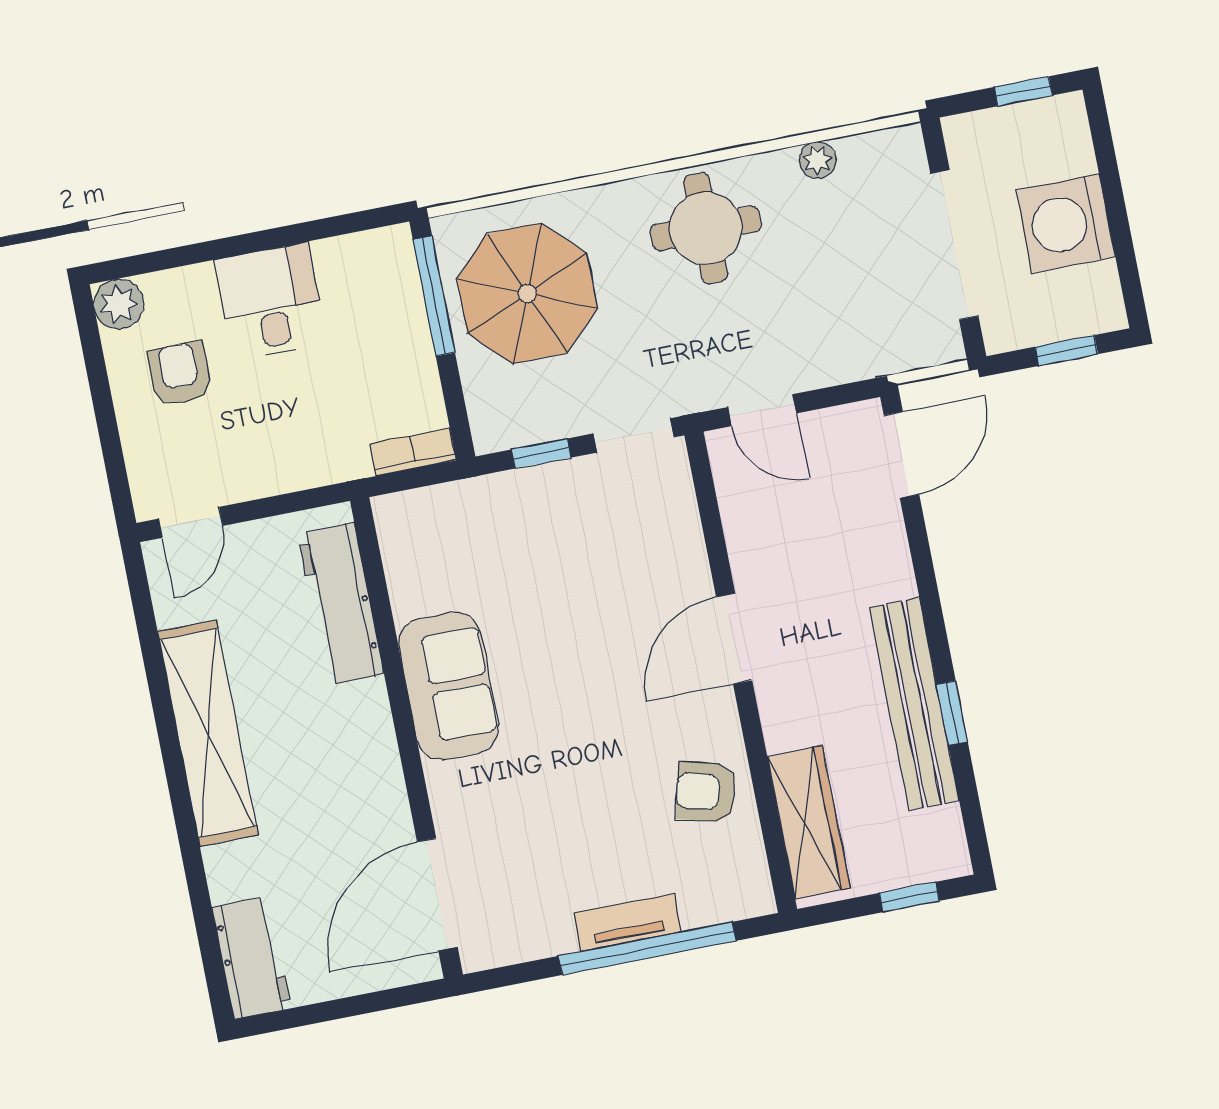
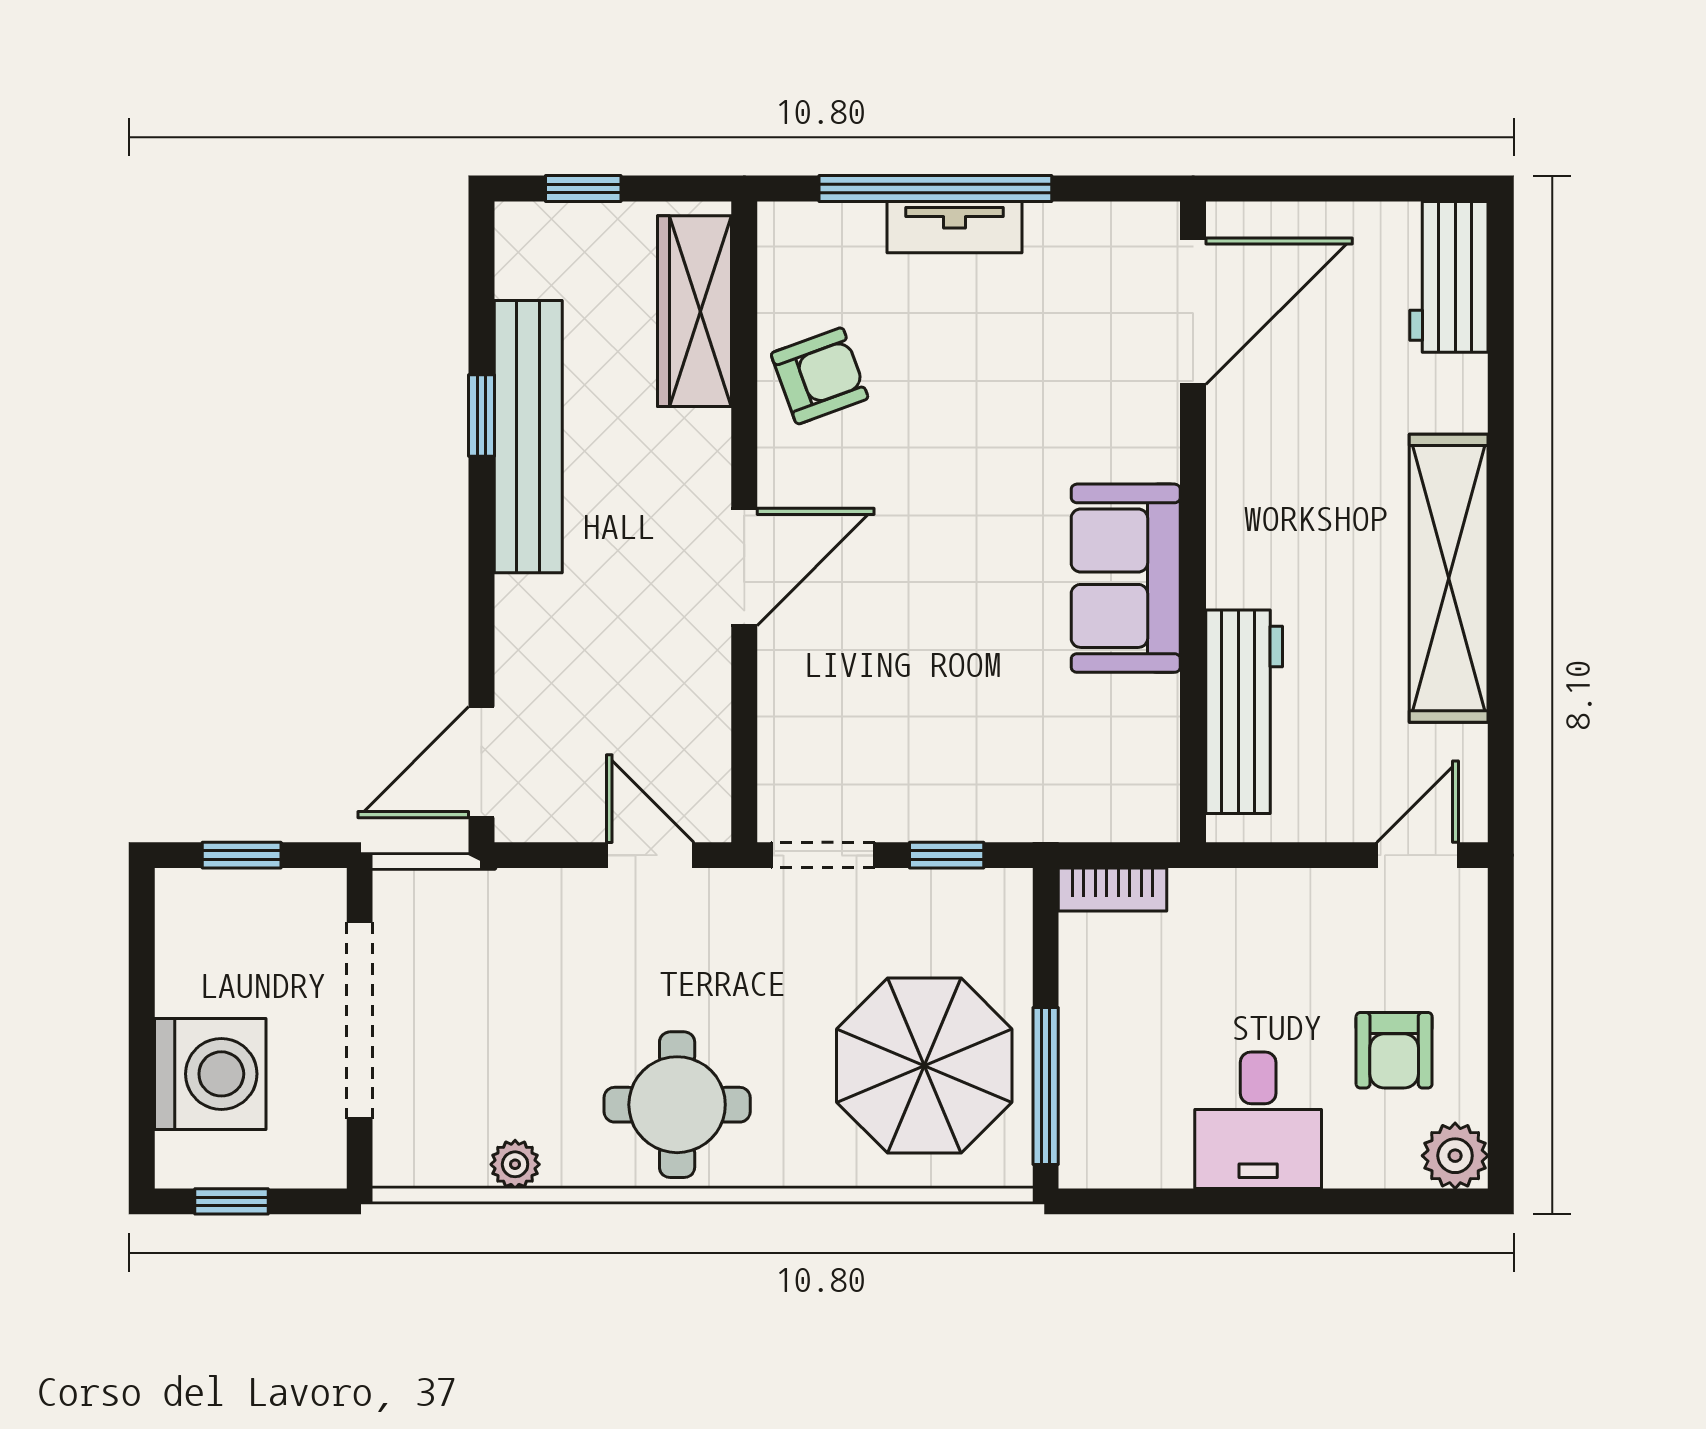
washing machine: (1066, 223) -> (210, 1074), moved
armchair: (706, 792) -> (820, 376), turned -35

